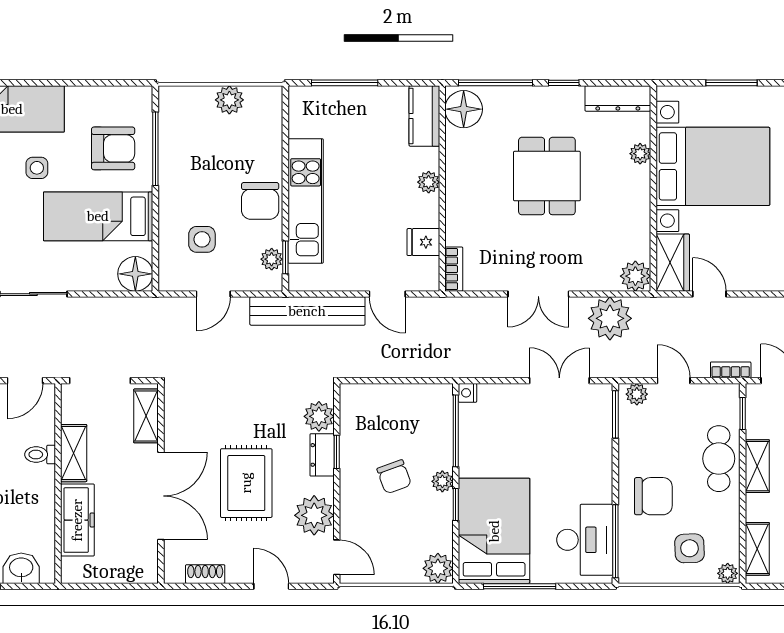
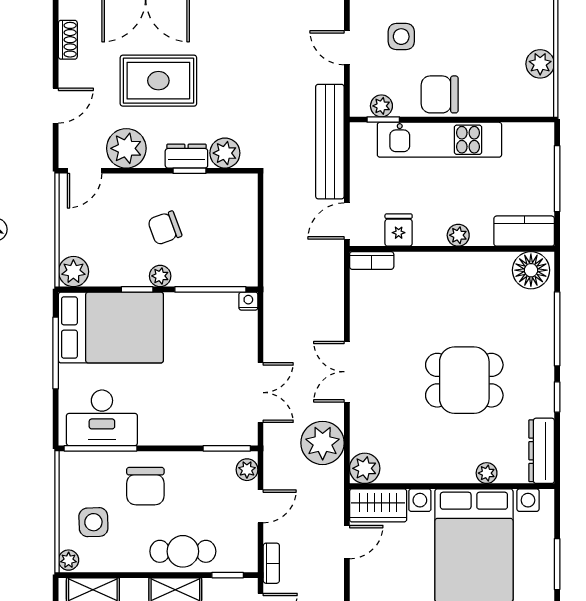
floor lamp: (464, 109) -> (531, 270), moved
kitchen counter: (424, 116) -> (524, 231), moved
plant: (429, 182) -> (458, 235), moved
wall: (442, 188) -> (452, 249), moved
fridge: (423, 242) -> (399, 230), moved
bookcase: (454, 269) -> (372, 260), moved

